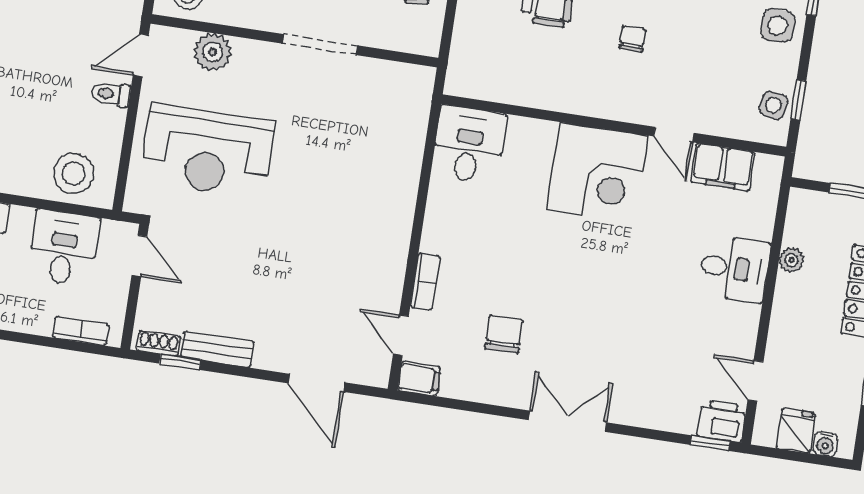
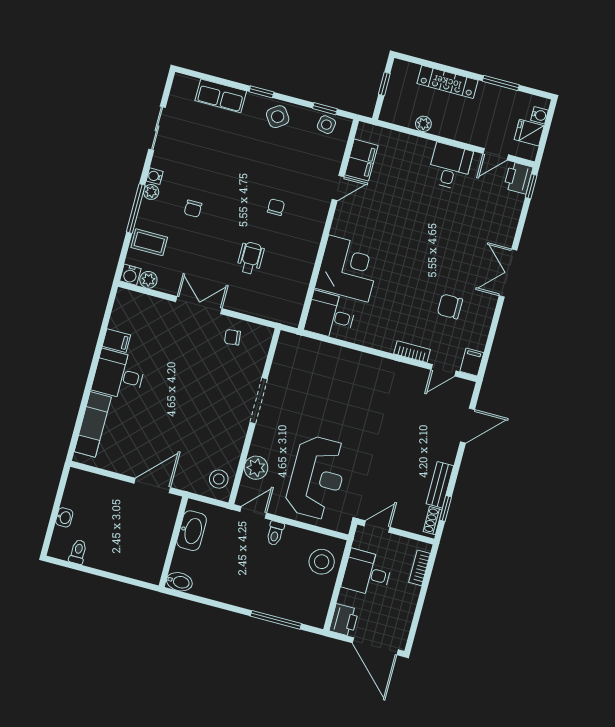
side table: (778, 26) -> (278, 117), turned -35
chair: (633, 39) -> (276, 207), turned 90
door: (141, 55) -> (253, 512), swing flipped
corner desk: (598, 173) -> (348, 268), moved
desk: (734, 268) -> (450, 166), moved

